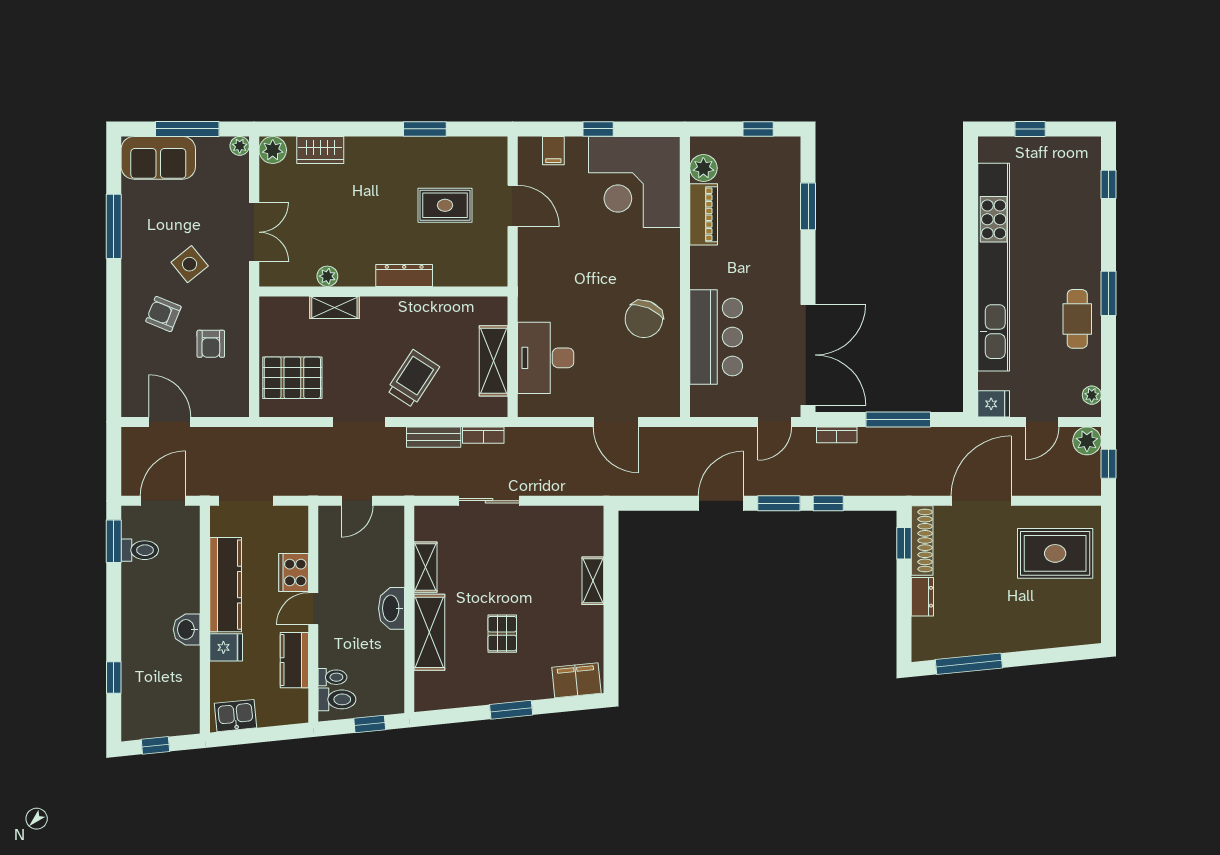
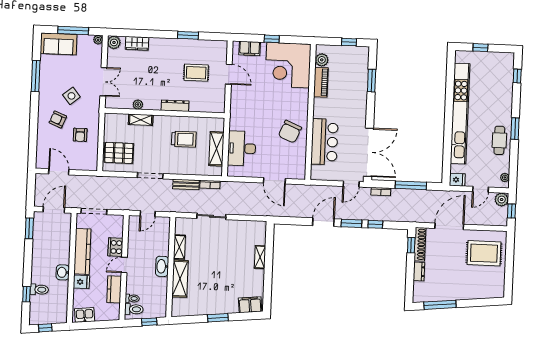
filing cabinet: (553, 151) -> (250, 48), width x2.00
trolley: (413, 379) -> (184, 139), moved, turned 57
toilet: (140, 550) -> (39, 290), moved
pallet: (502, 634) -> (215, 281), removed

